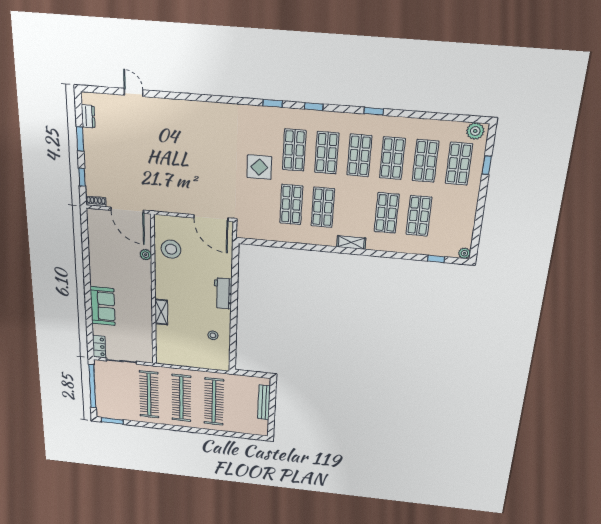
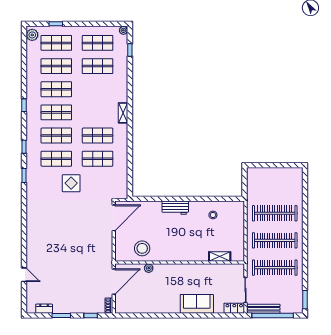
door: (134, 92) -> (24, 275), swing flipped
shop shelf: (387, 213) -> (98, 43), moved
shelving: (161, 312) -> (220, 256), moved
bench: (264, 402) -> (264, 309), moved

